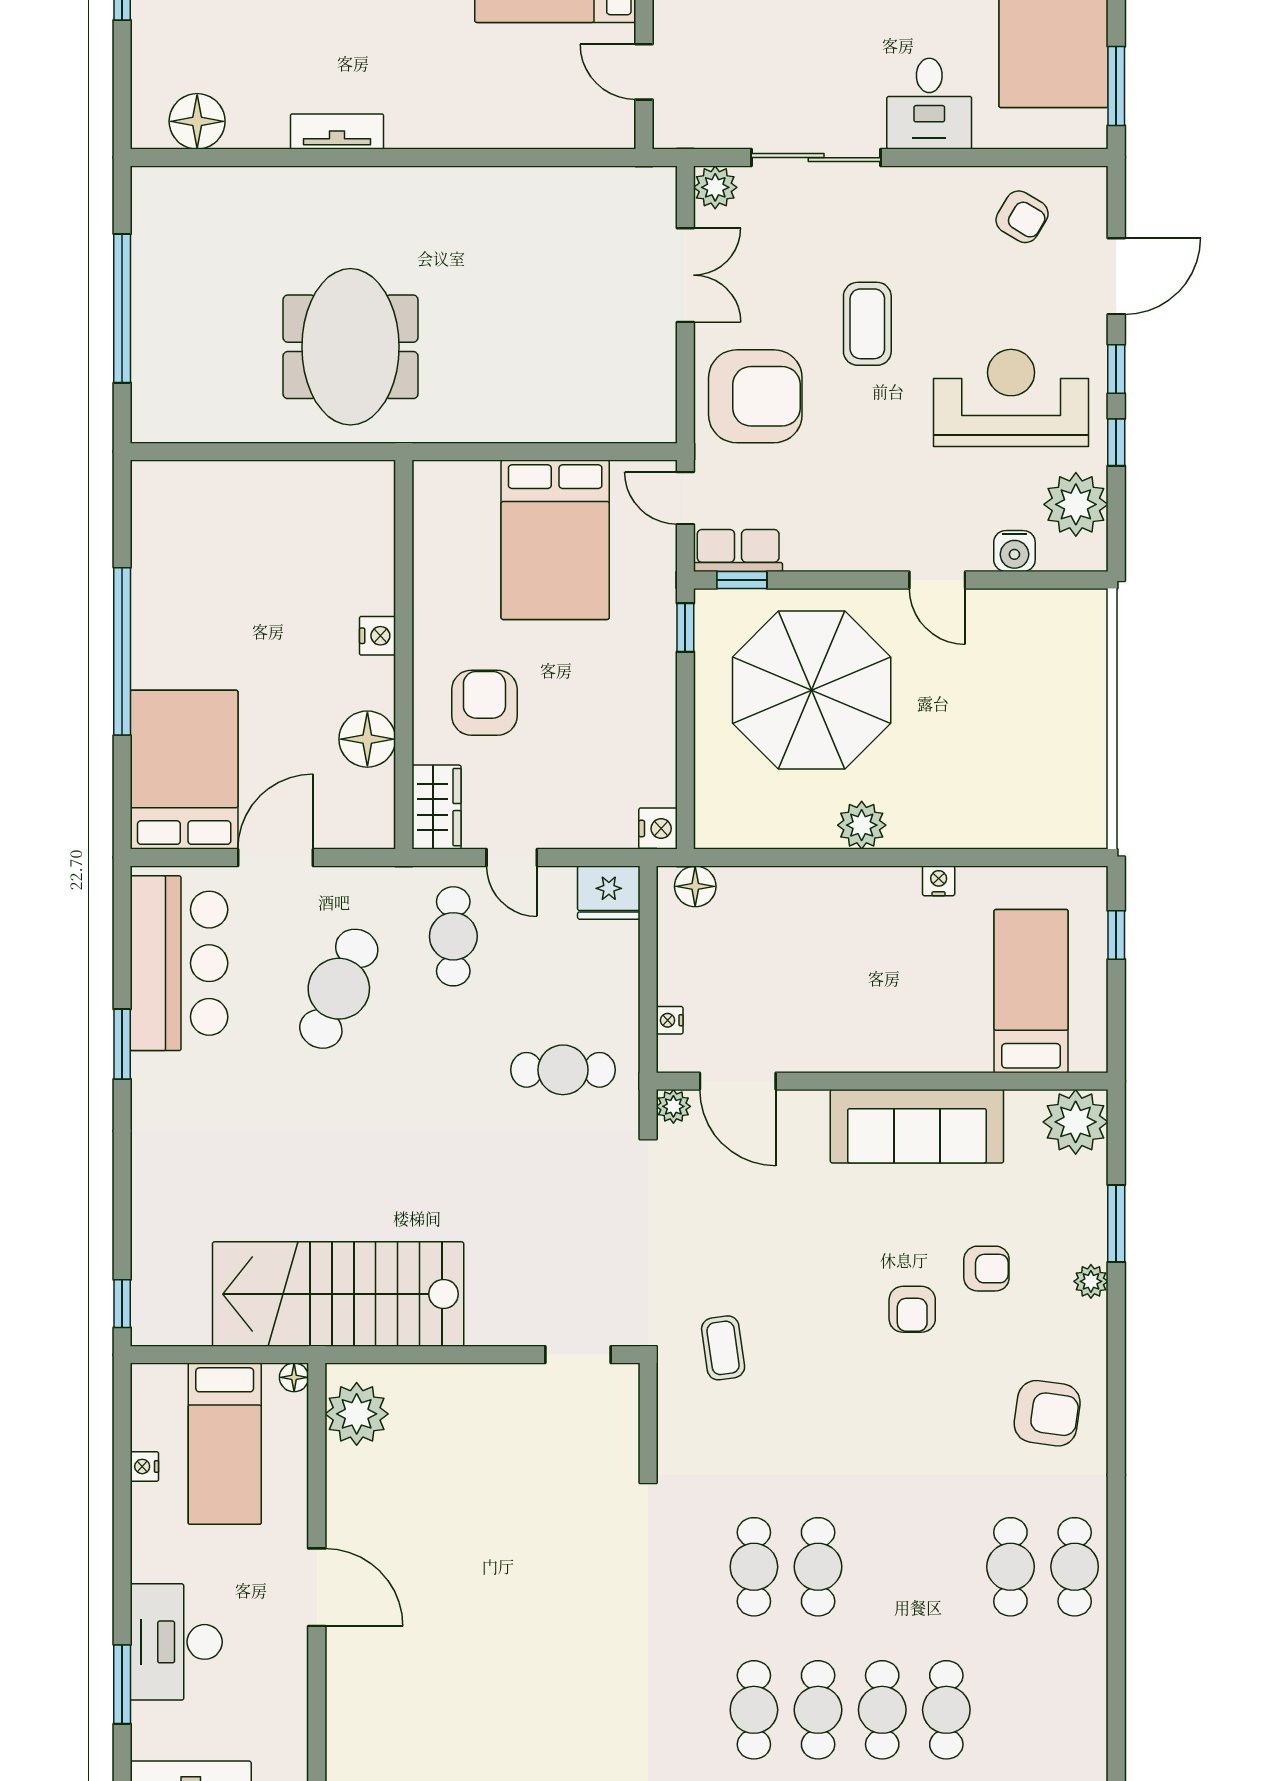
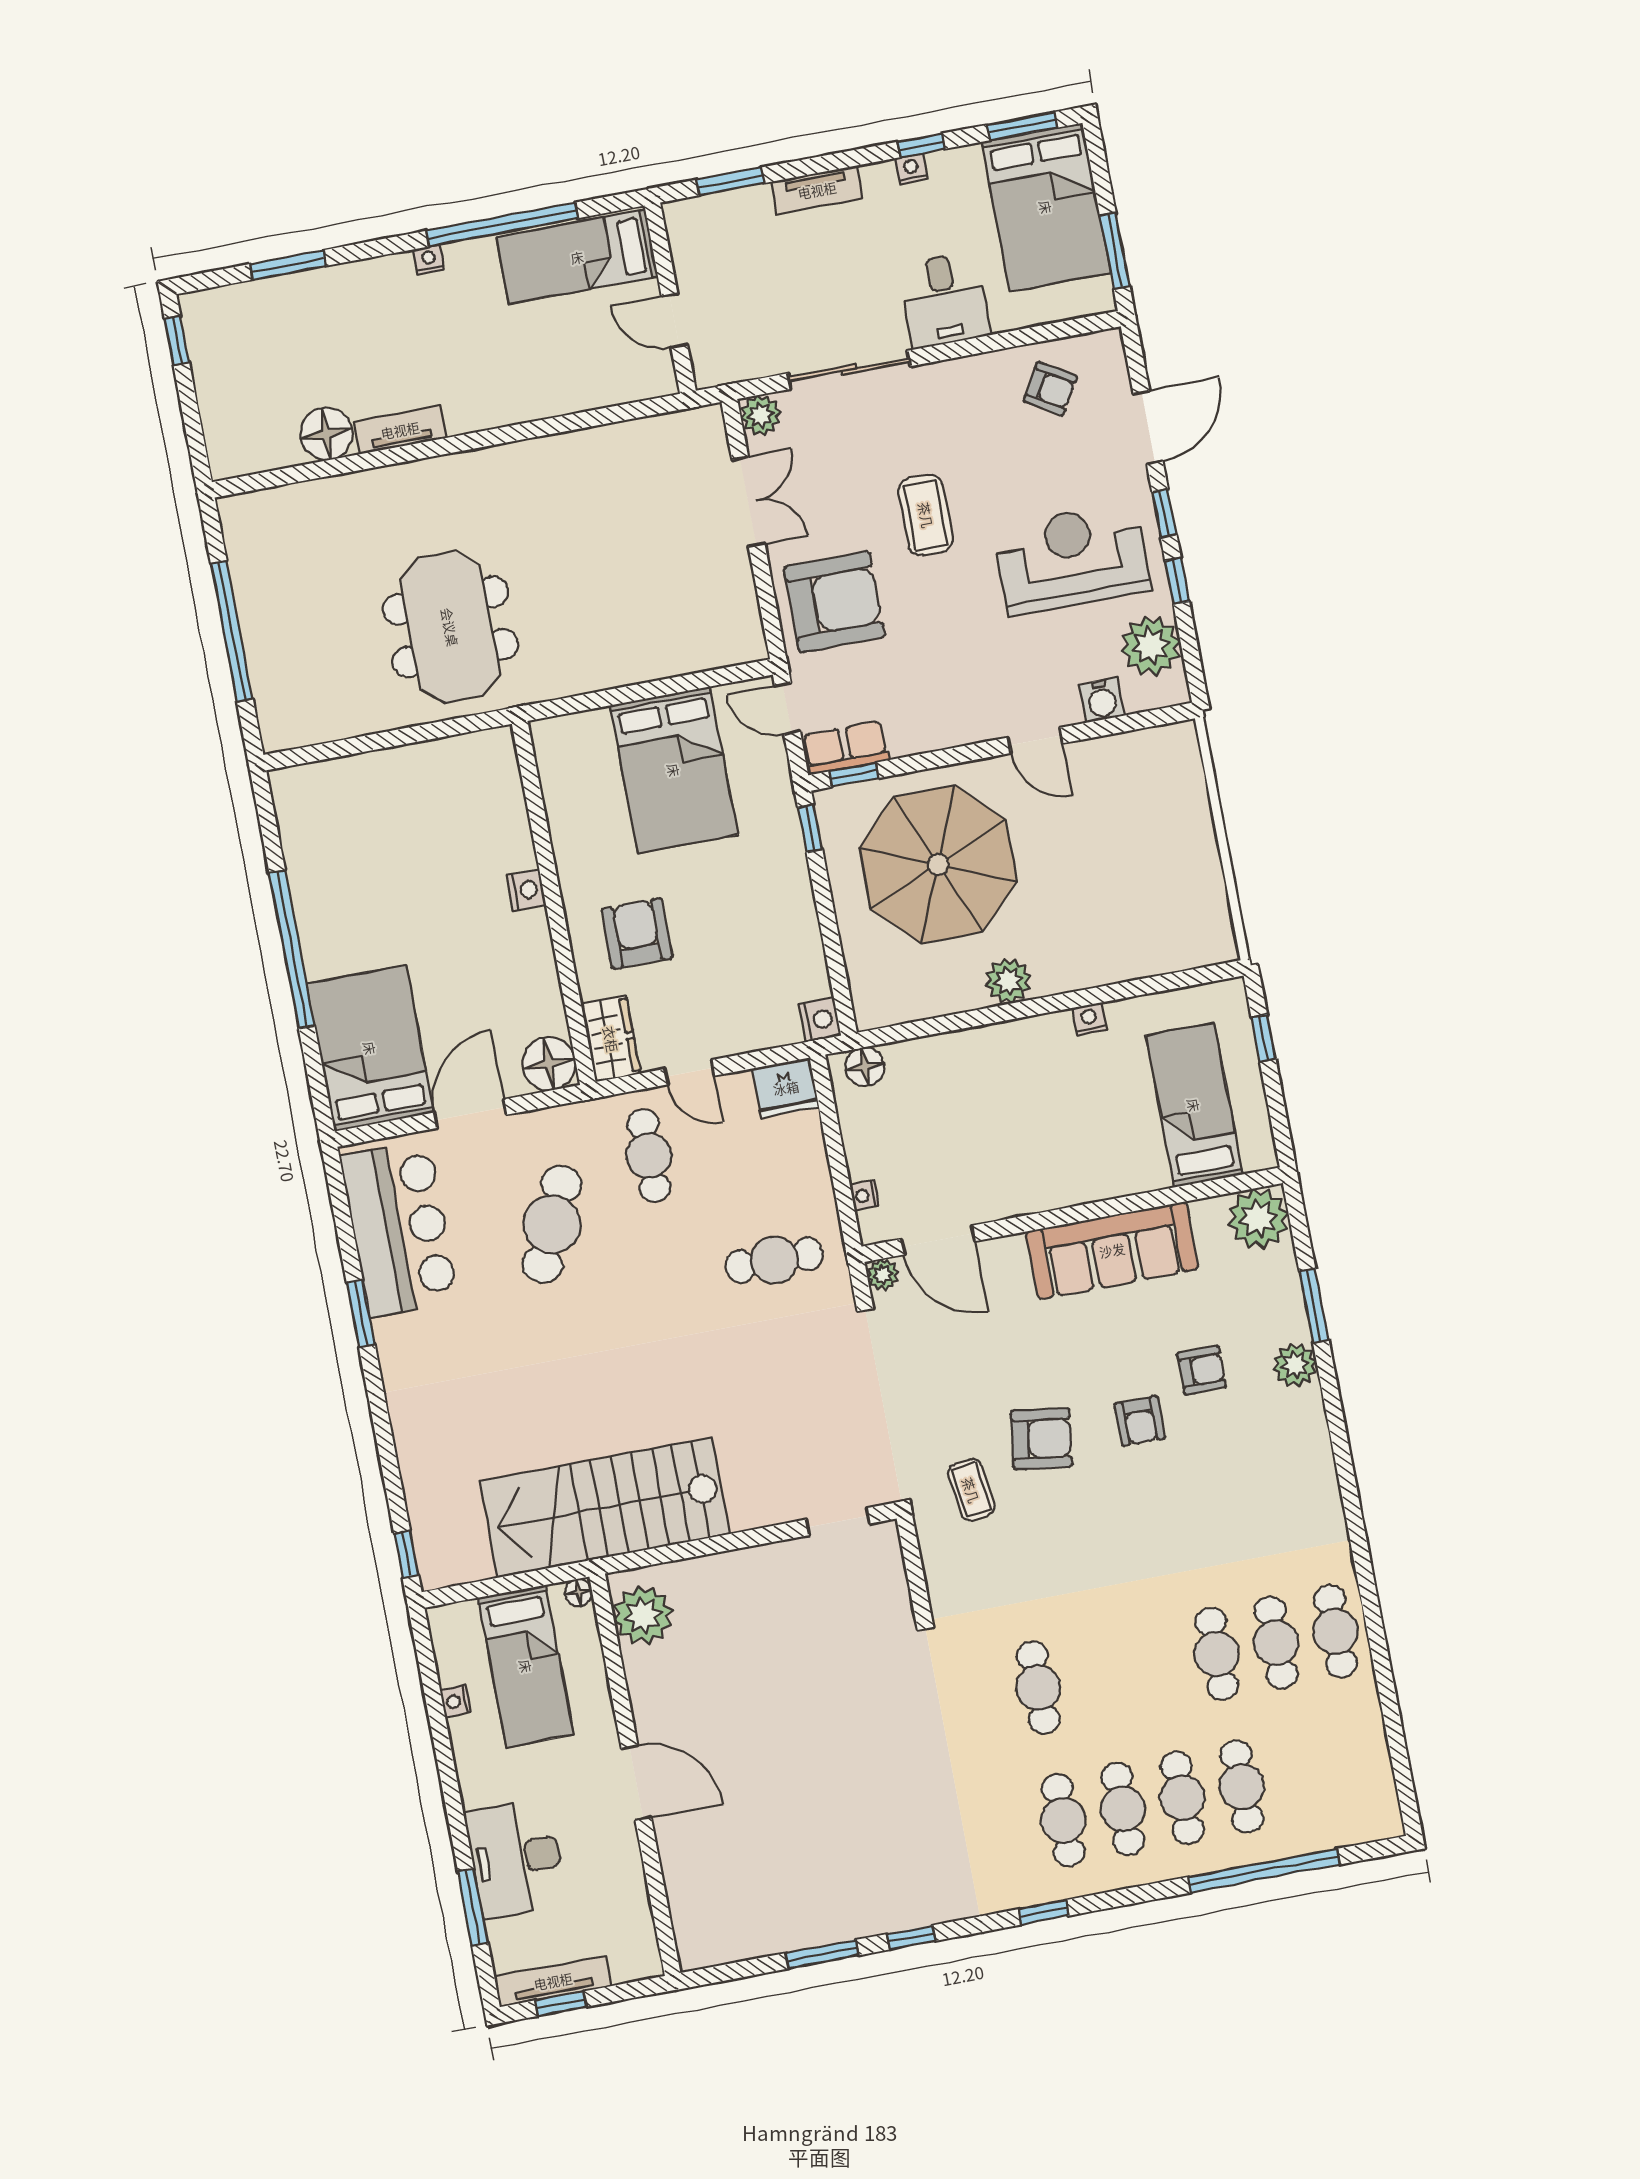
floor lamp: (197, 121) -> (326, 434), moved
floor lamp: (367, 739) -> (549, 1064), moved
plant: (1091, 1281) -> (1295, 1365), width x1.38, depth x1.38
armchair: (1047, 1413) -> (1041, 1439), moved
cafe table: (818, 1567) -> (1217, 1654), moved

